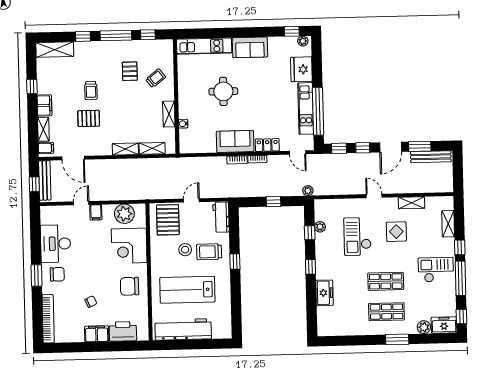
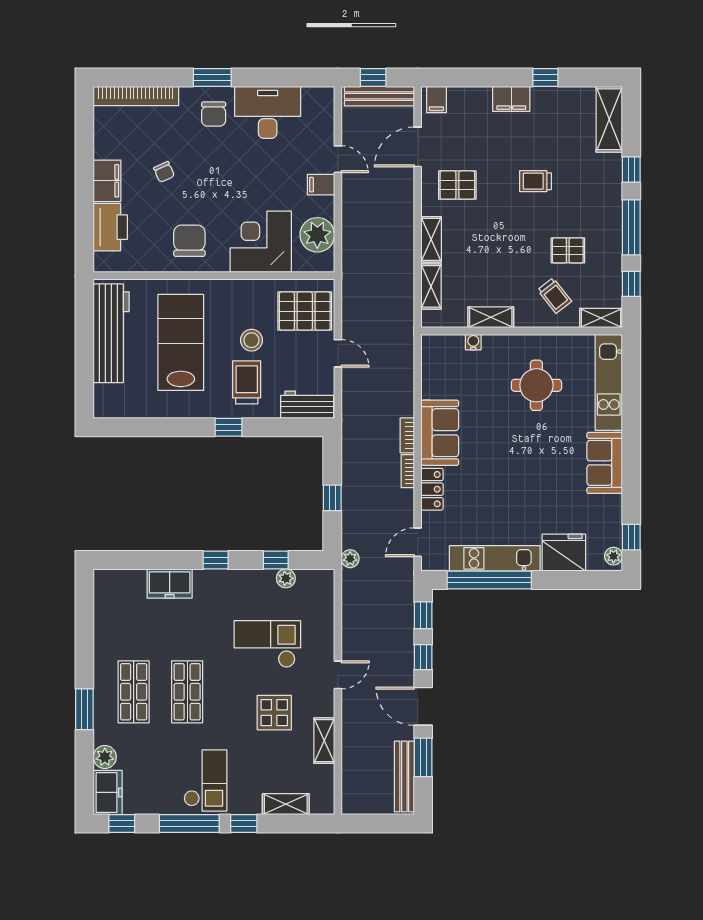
round table: (223, 91) -> (536, 385), moved
pallet: (89, 118) -> (457, 185), moved, turned 90
shelving: (43, 129) -> (601, 318), moved

